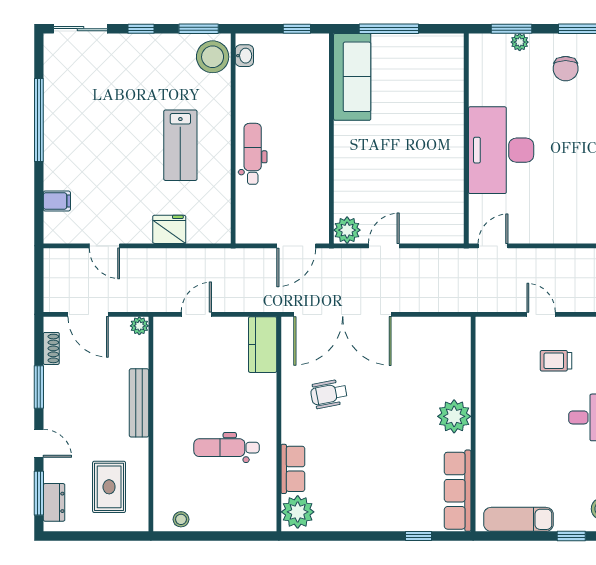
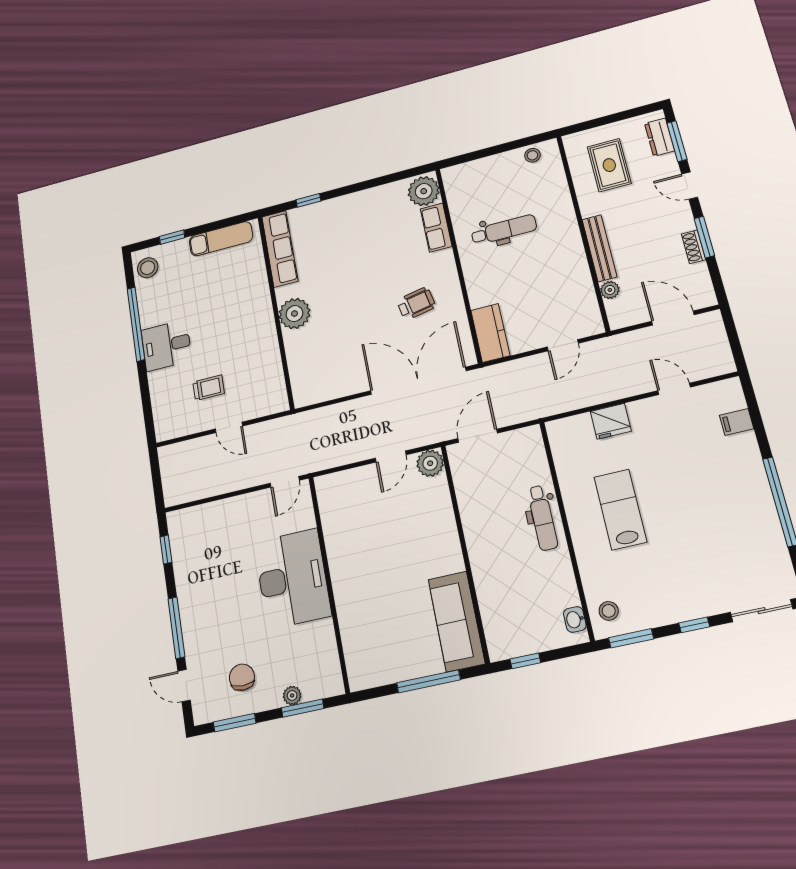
stool: (213, 57) -> (609, 611), width x0.53, depth x0.53
plant: (139, 326) -> (610, 290), moved
shoe rack: (51, 348) -> (694, 247), moved

